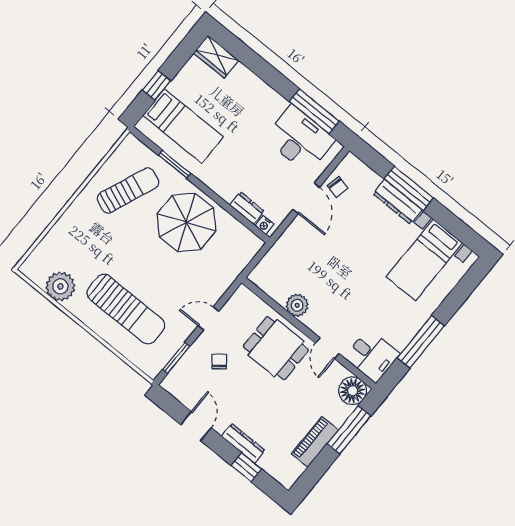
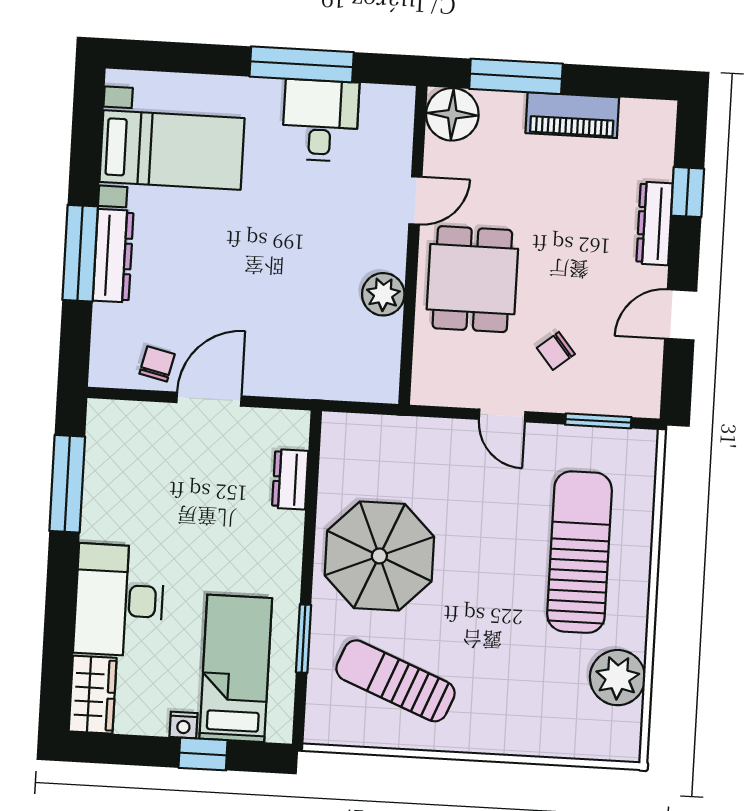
desk: (299, 139) -> (119, 600), moved
nightstand: (264, 225) -> (183, 725), moved, turned 90
desk: (372, 356) -> (320, 120), moved

